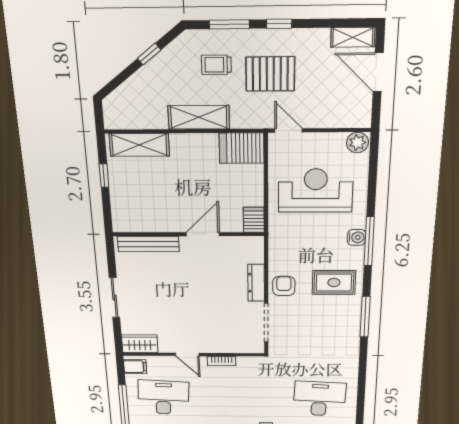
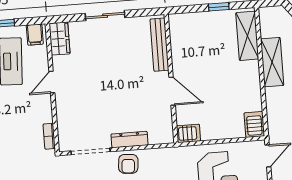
shelving: (199, 117) -> (272, 62), moved
server rack: (242, 148) -> (254, 124), width x0.73, depth x0.70
armchair: (284, 286) -> (128, 164), turned 95
bookcase: (222, 361) -> (49, 136), moved

